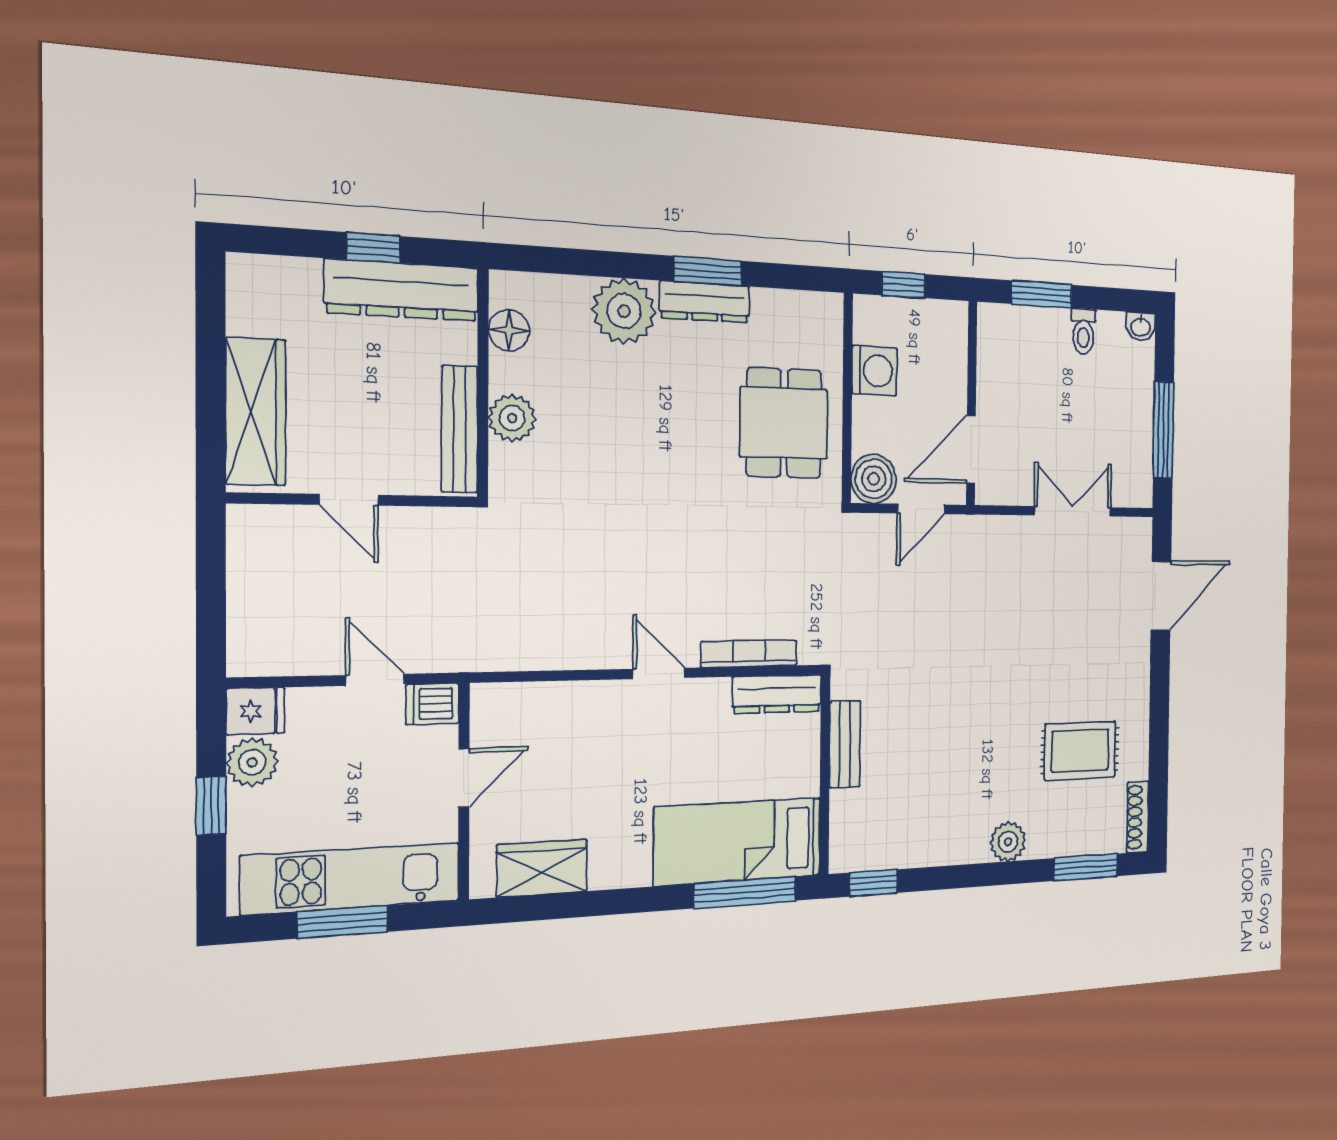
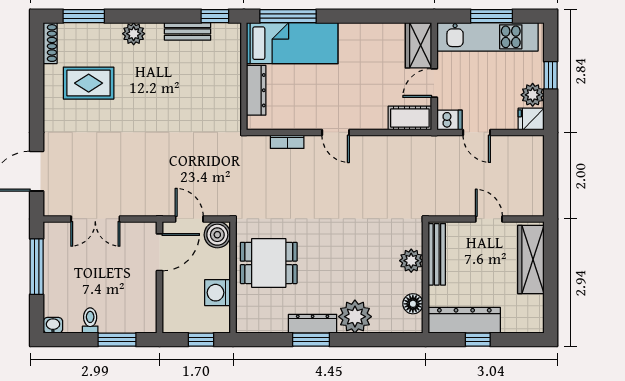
dining table: (784, 423) -> (269, 263), turned 90
door: (921, 509) -> (189, 219), hinge flipped
bookcase: (749, 654) -> (287, 142), width x0.64
dresser: (777, 694) -> (256, 90), moved, turned 90
cot: (514, 706) -> (410, 118), added
bench: (845, 744) -> (188, 31), moved, turned 90
wardrobe: (542, 868) -> (418, 45), moved, turned 90

